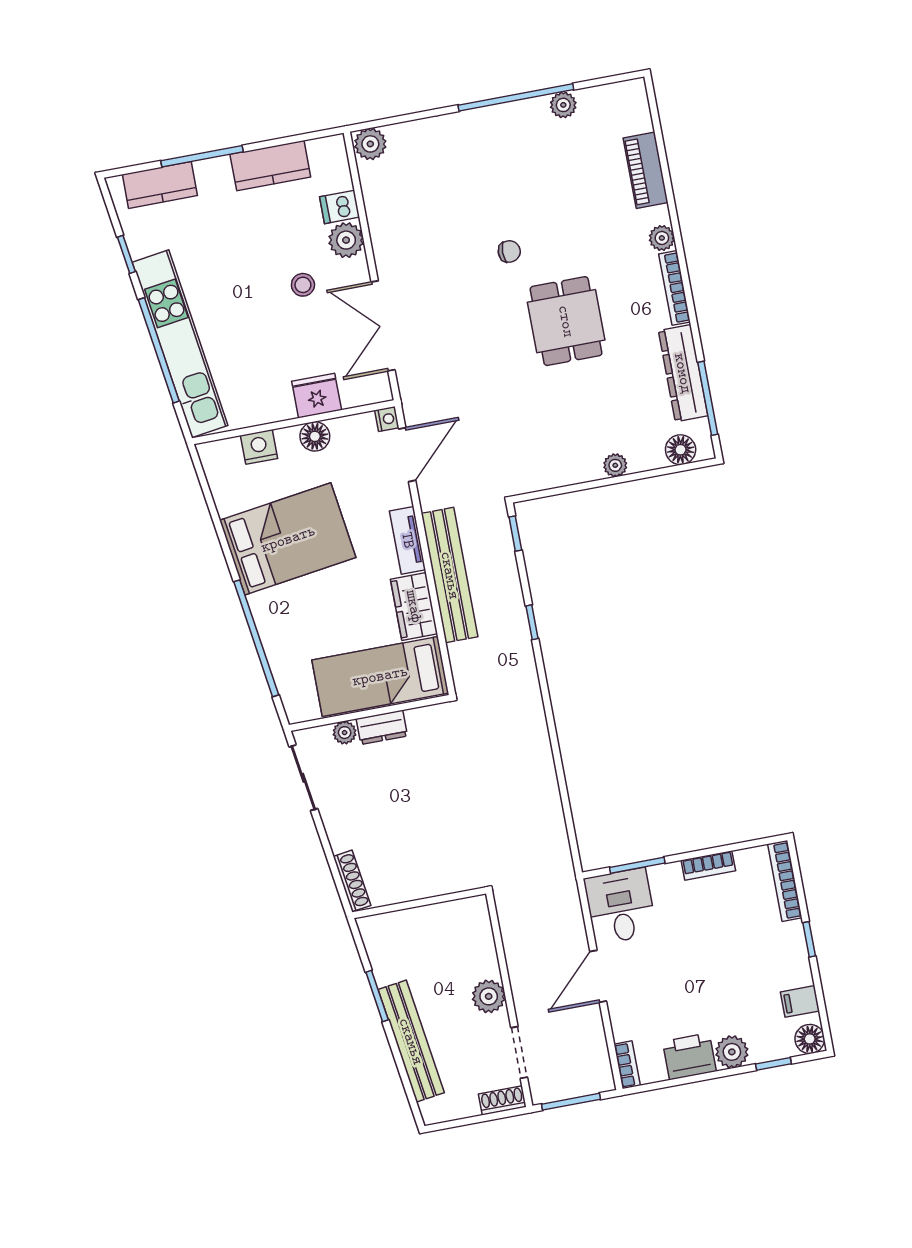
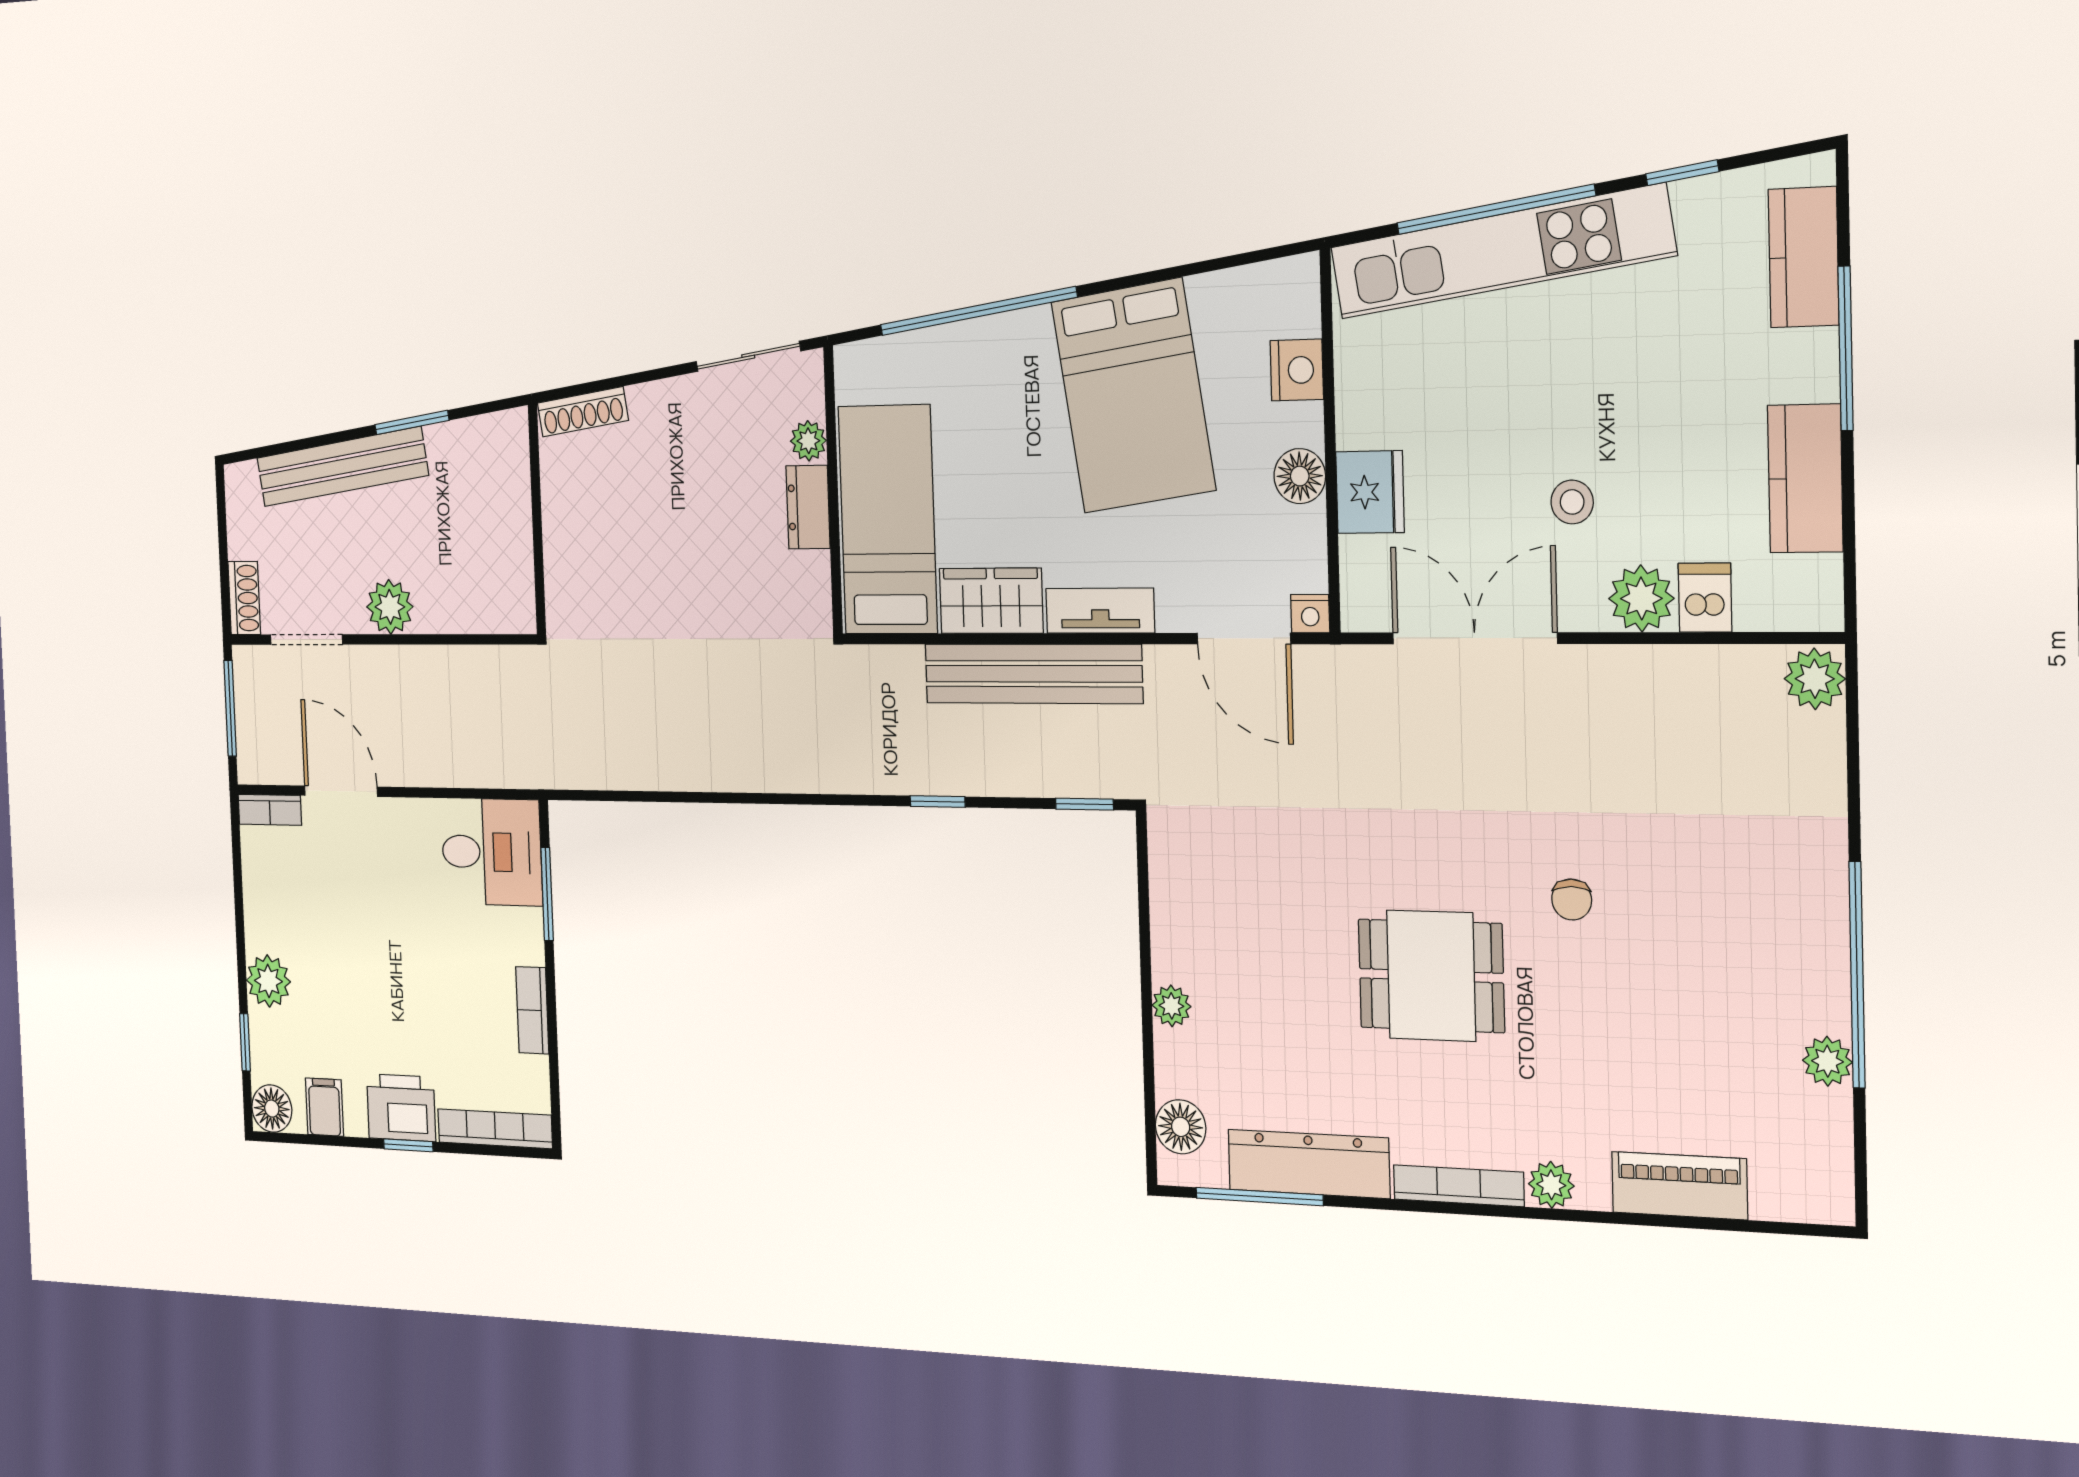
door: (598, 976) -> (341, 791), moved
printer: (689, 1056) -> (401, 1108), moved, turned -90

